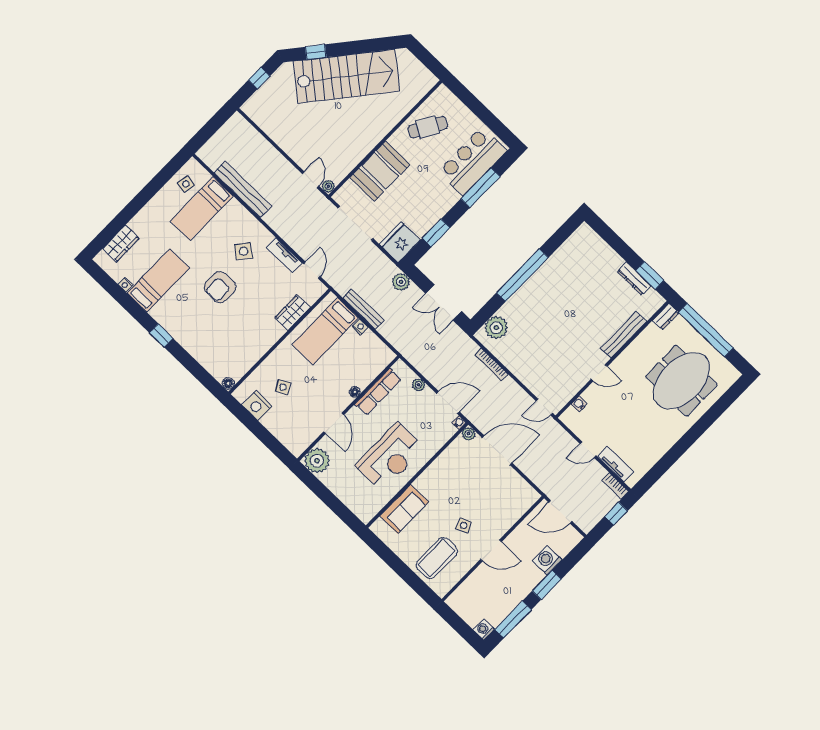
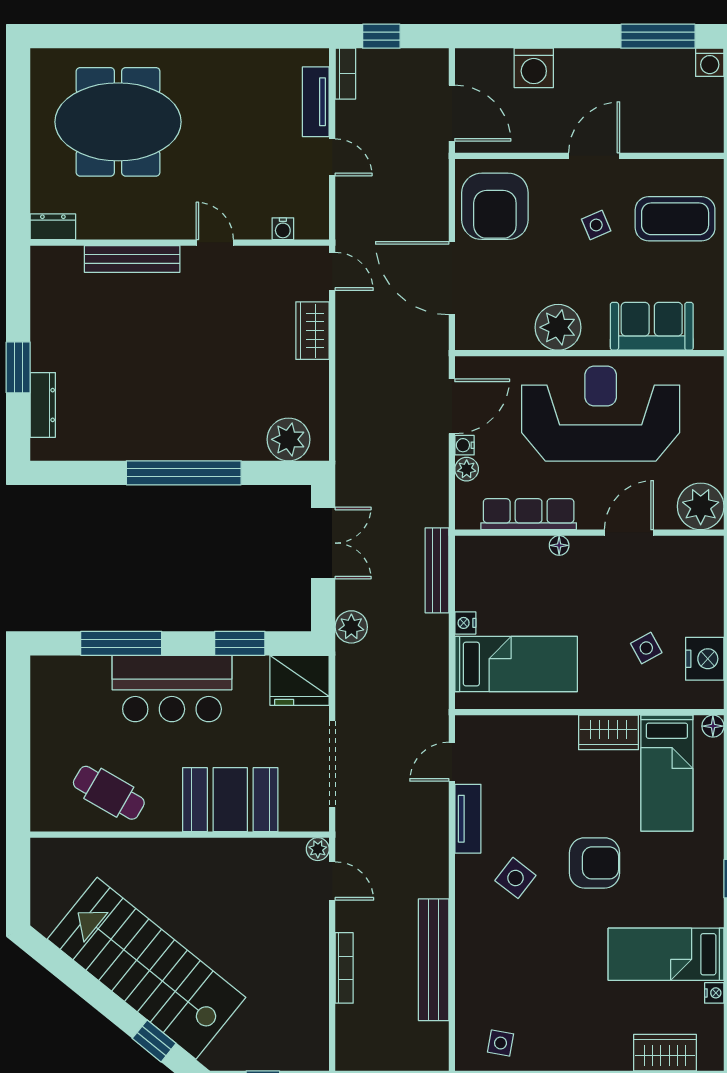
bar counter: (473, 161) -> (172, 688), moved
door: (311, 180) -> (332, 881), swing flipped
bed: (202, 209) -> (667, 773), moved, turned 90
window: (650, 275) -> (18, 367), moved
dresser: (634, 279) -> (43, 405), moved
bench: (363, 309) -> (437, 570), moved
wardrobe: (292, 313) -> (608, 732), moved
window: (706, 330) -> (18, 155), removed
bookcase: (491, 365) -> (344, 968), moved
wardrobe: (529, 377) -> (312, 331), added
door: (448, 403) -> (452, 406), swing flipped
water cooler: (459, 423) -> (464, 445), moved
plant: (469, 434) -> (558, 327), moved, width x1.87, depth x1.87
reception desk: (390, 457) -> (601, 414), width x1.36, depth x1.30
armchair: (509, 494) -> (495, 206), added
door: (491, 551) -> (594, 156), hinge flipped
window: (547, 585) -> (568, 36), removed

